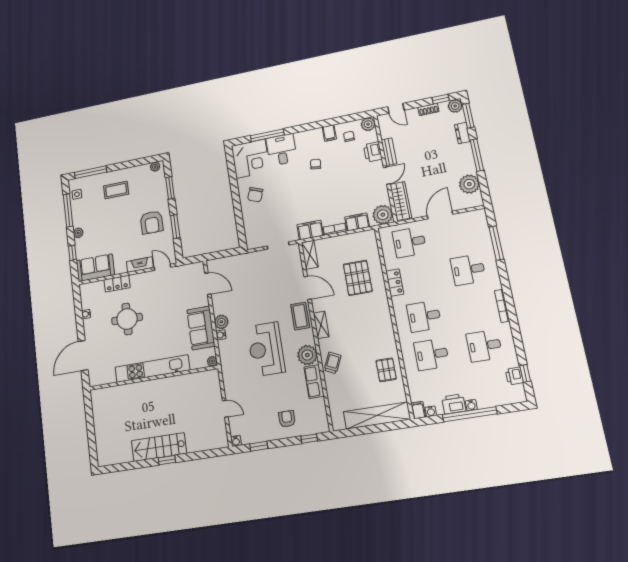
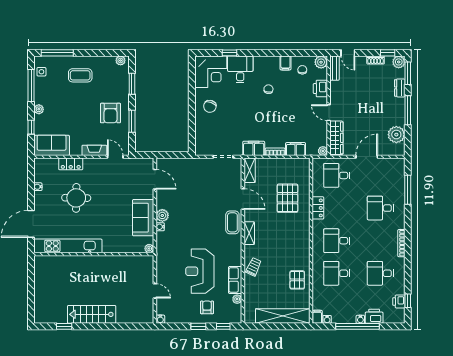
window: (267, 135) -> (229, 53), width x0.46
bench: (389, 152) -> (334, 68), moved
door: (387, 176) -> (329, 113), swing flipped
plant: (383, 215) -> (323, 151), width x0.53, depth x0.53
reception desk: (266, 349) -> (200, 271), moved
plant: (307, 355) -> (237, 299), moved, width x0.53, depth x0.53
kitchen unit: (152, 369) -> (68, 246), moved
printer: (454, 404) -> (374, 316), moved
window: (259, 446) -> (198, 326), moved
window: (167, 460) -> (64, 326), moved

